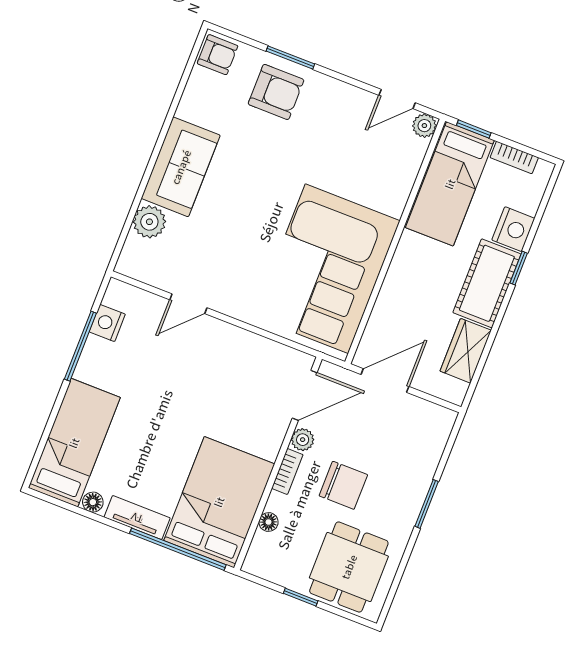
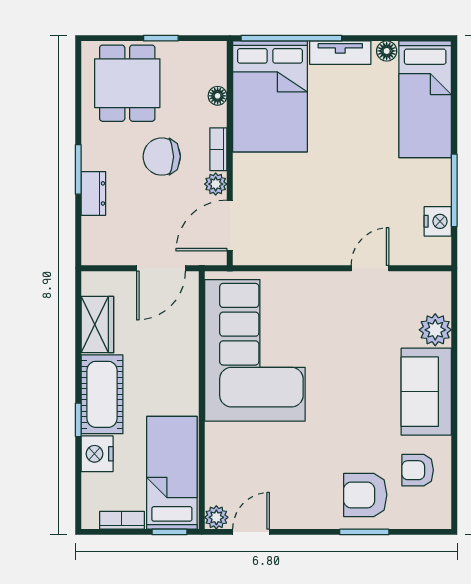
armchair: (218, 55) -> (418, 470), moved
dresser: (421, 476) -> (93, 193), added

